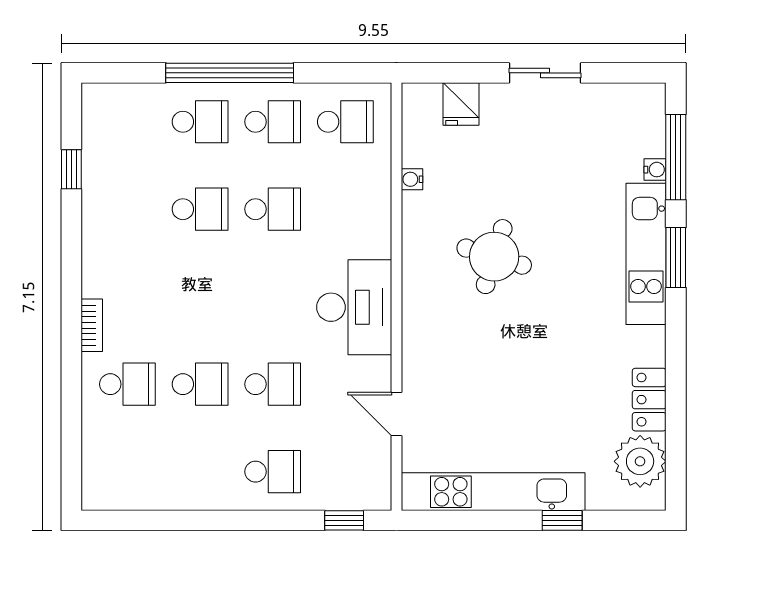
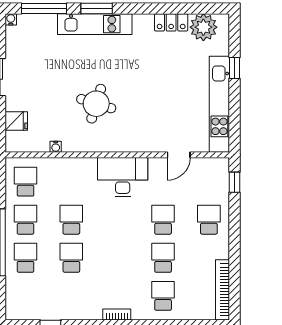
water cooler: (655, 170) -> (11, 19), moved
bookcase: (92, 325) -> (117, 315), moved
bookcase: (139, 498) -> (222, 290), added

